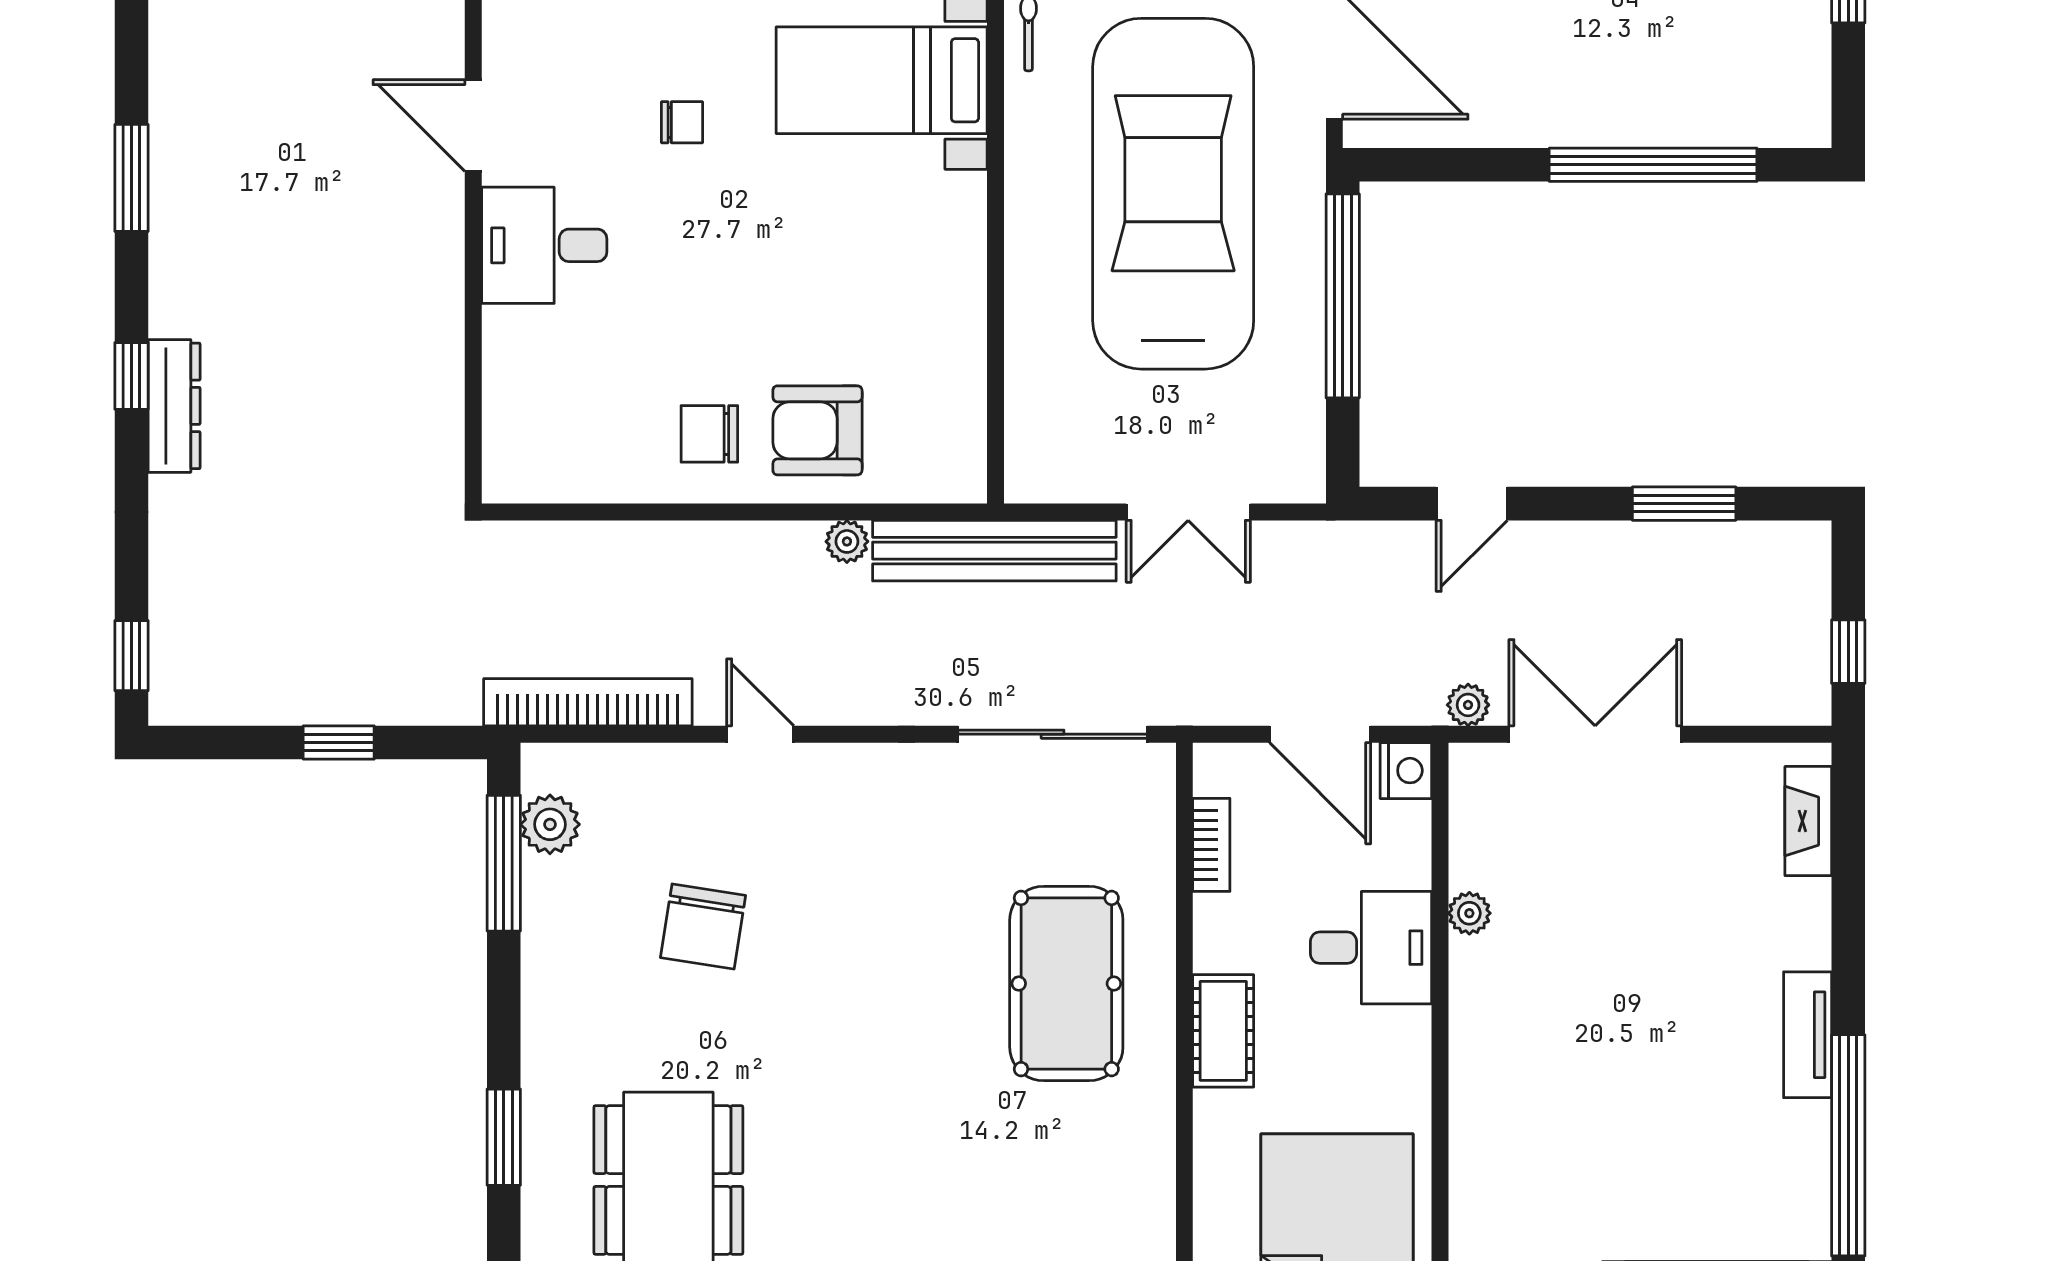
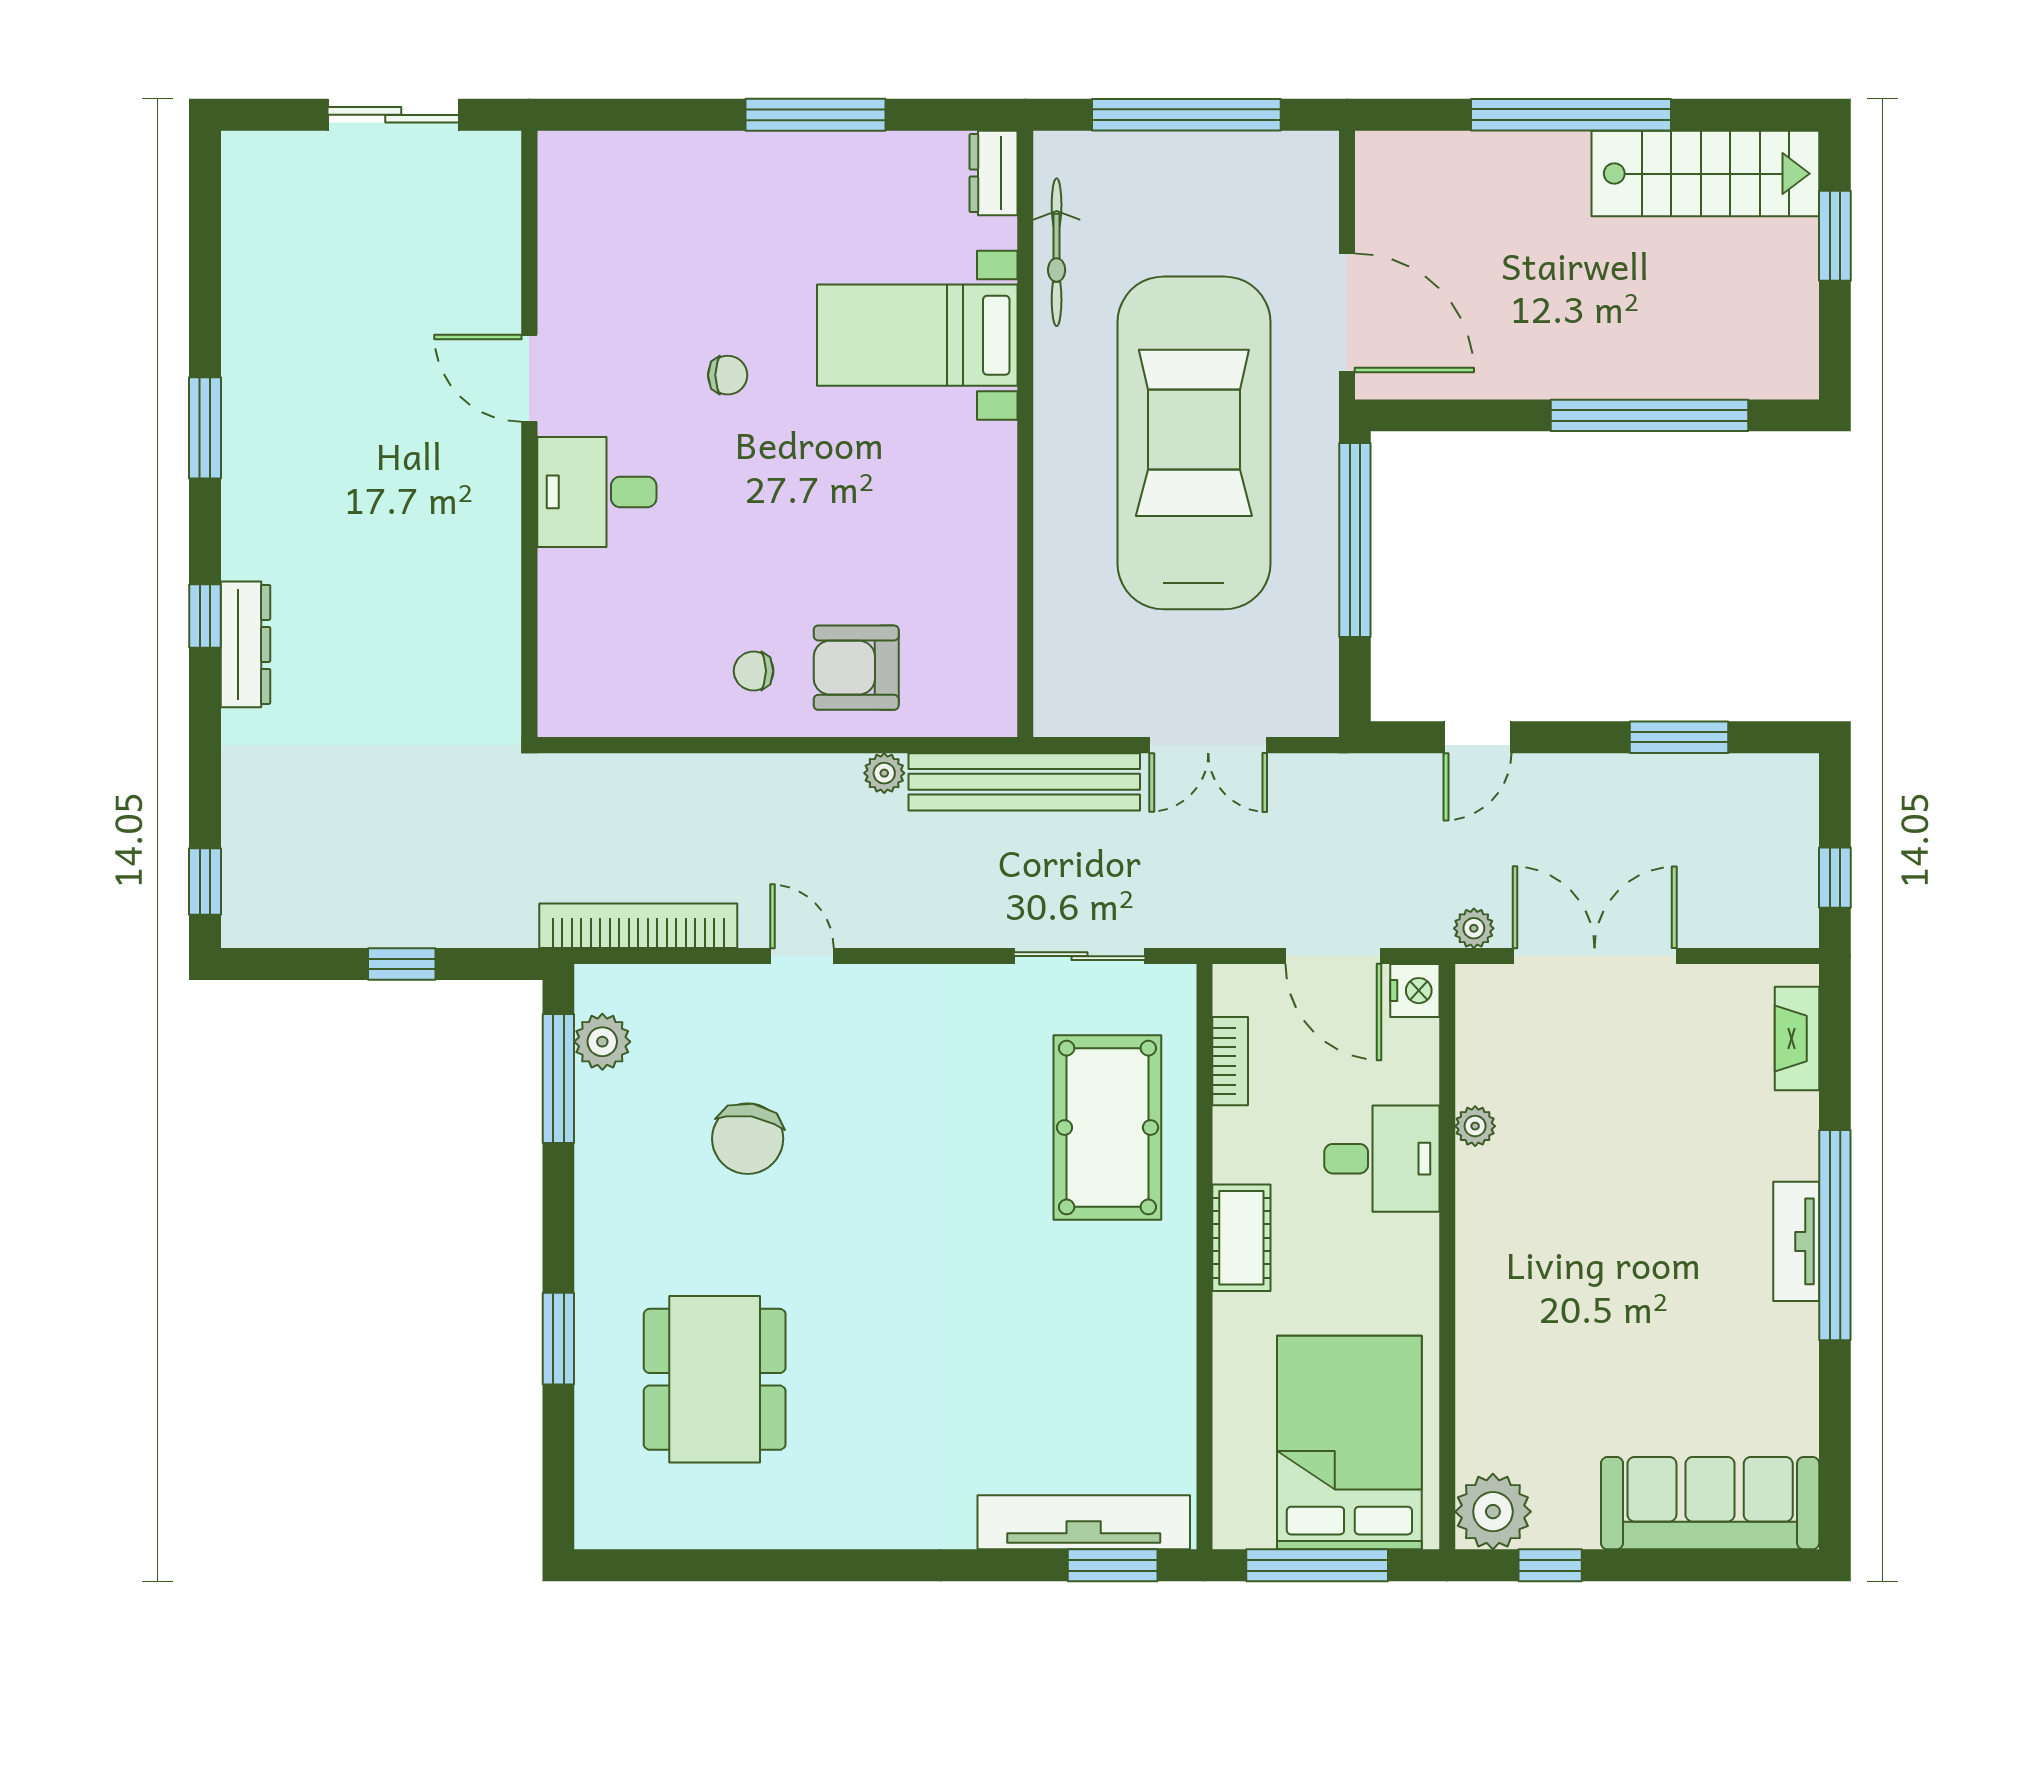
chair: (709, 434) -> (754, 671), width x0.73, depth x0.73
sliding door: (1053, 734) -> (1079, 956), width x0.73
pool table: (1066, 984) -> (1107, 1128), moved
window: (1848, 1145) -> (1835, 1235), moved

